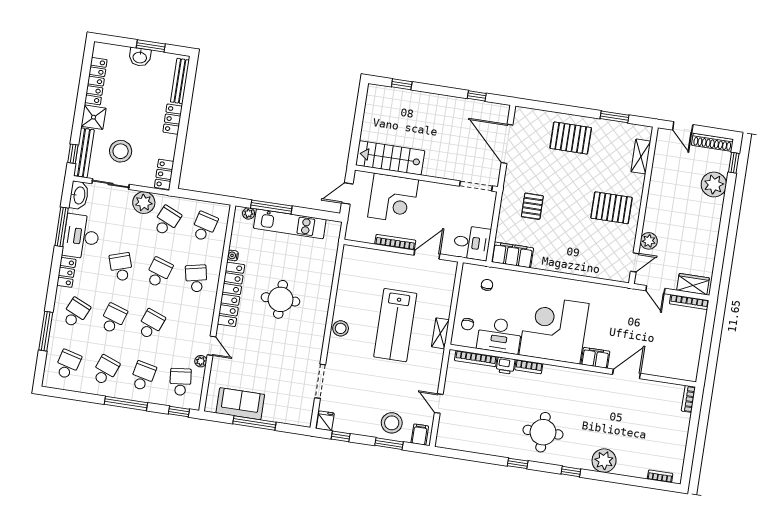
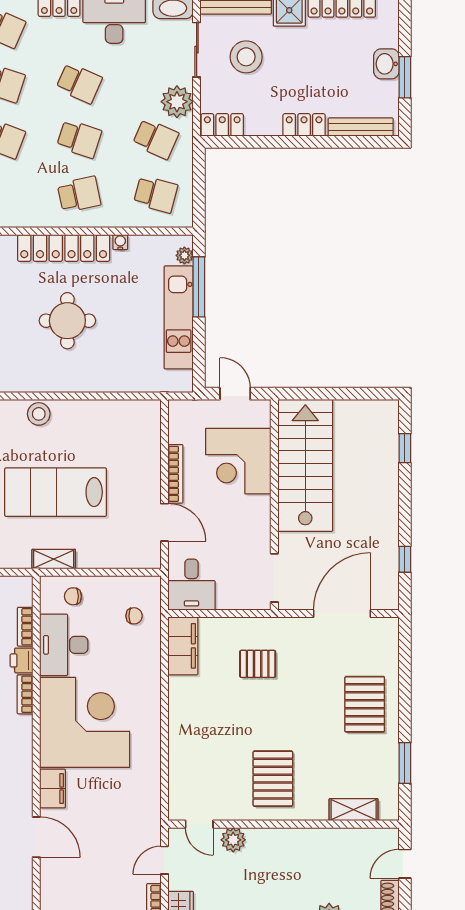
stairs: (390, 158) -> (305, 465), width x1.36, depth x1.51
school desk: (121, 267) -> (79, 83), turned 42
bookcase: (476, 359) -> (25, 627), width x0.64

